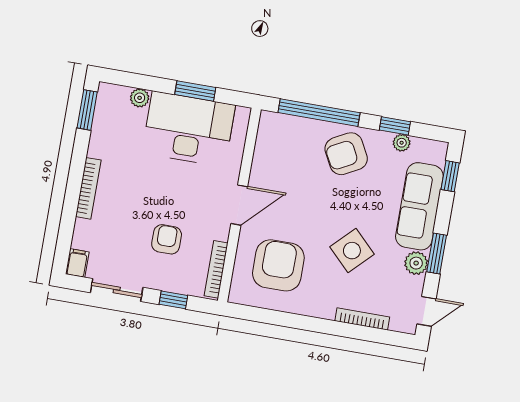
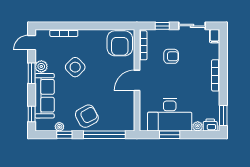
printer: (115, 96) -> (210, 125), added
armchair: (167, 239) -> (171, 56), turned -90
armchair: (278, 265) -> (120, 43), moved

